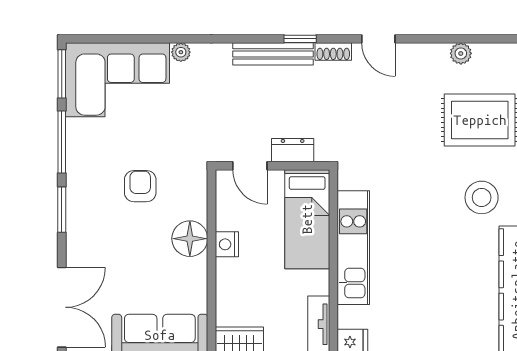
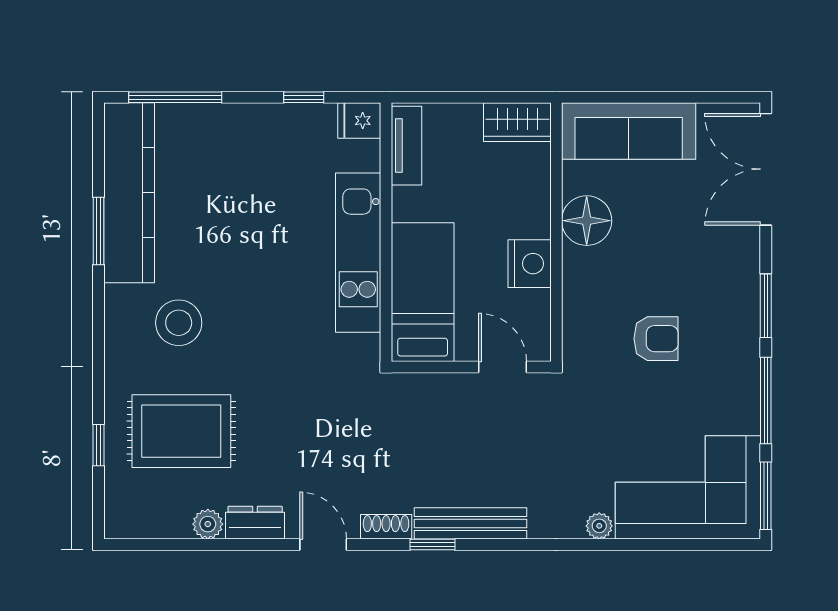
dresser: (293, 150) -> (255, 523), moved, turned 180
armchair: (140, 186) -> (656, 339), turned -90
floor lamp: (190, 239) -> (587, 221), moved
nightstand: (227, 244) -> (530, 264), width x1.36, depth x1.33

